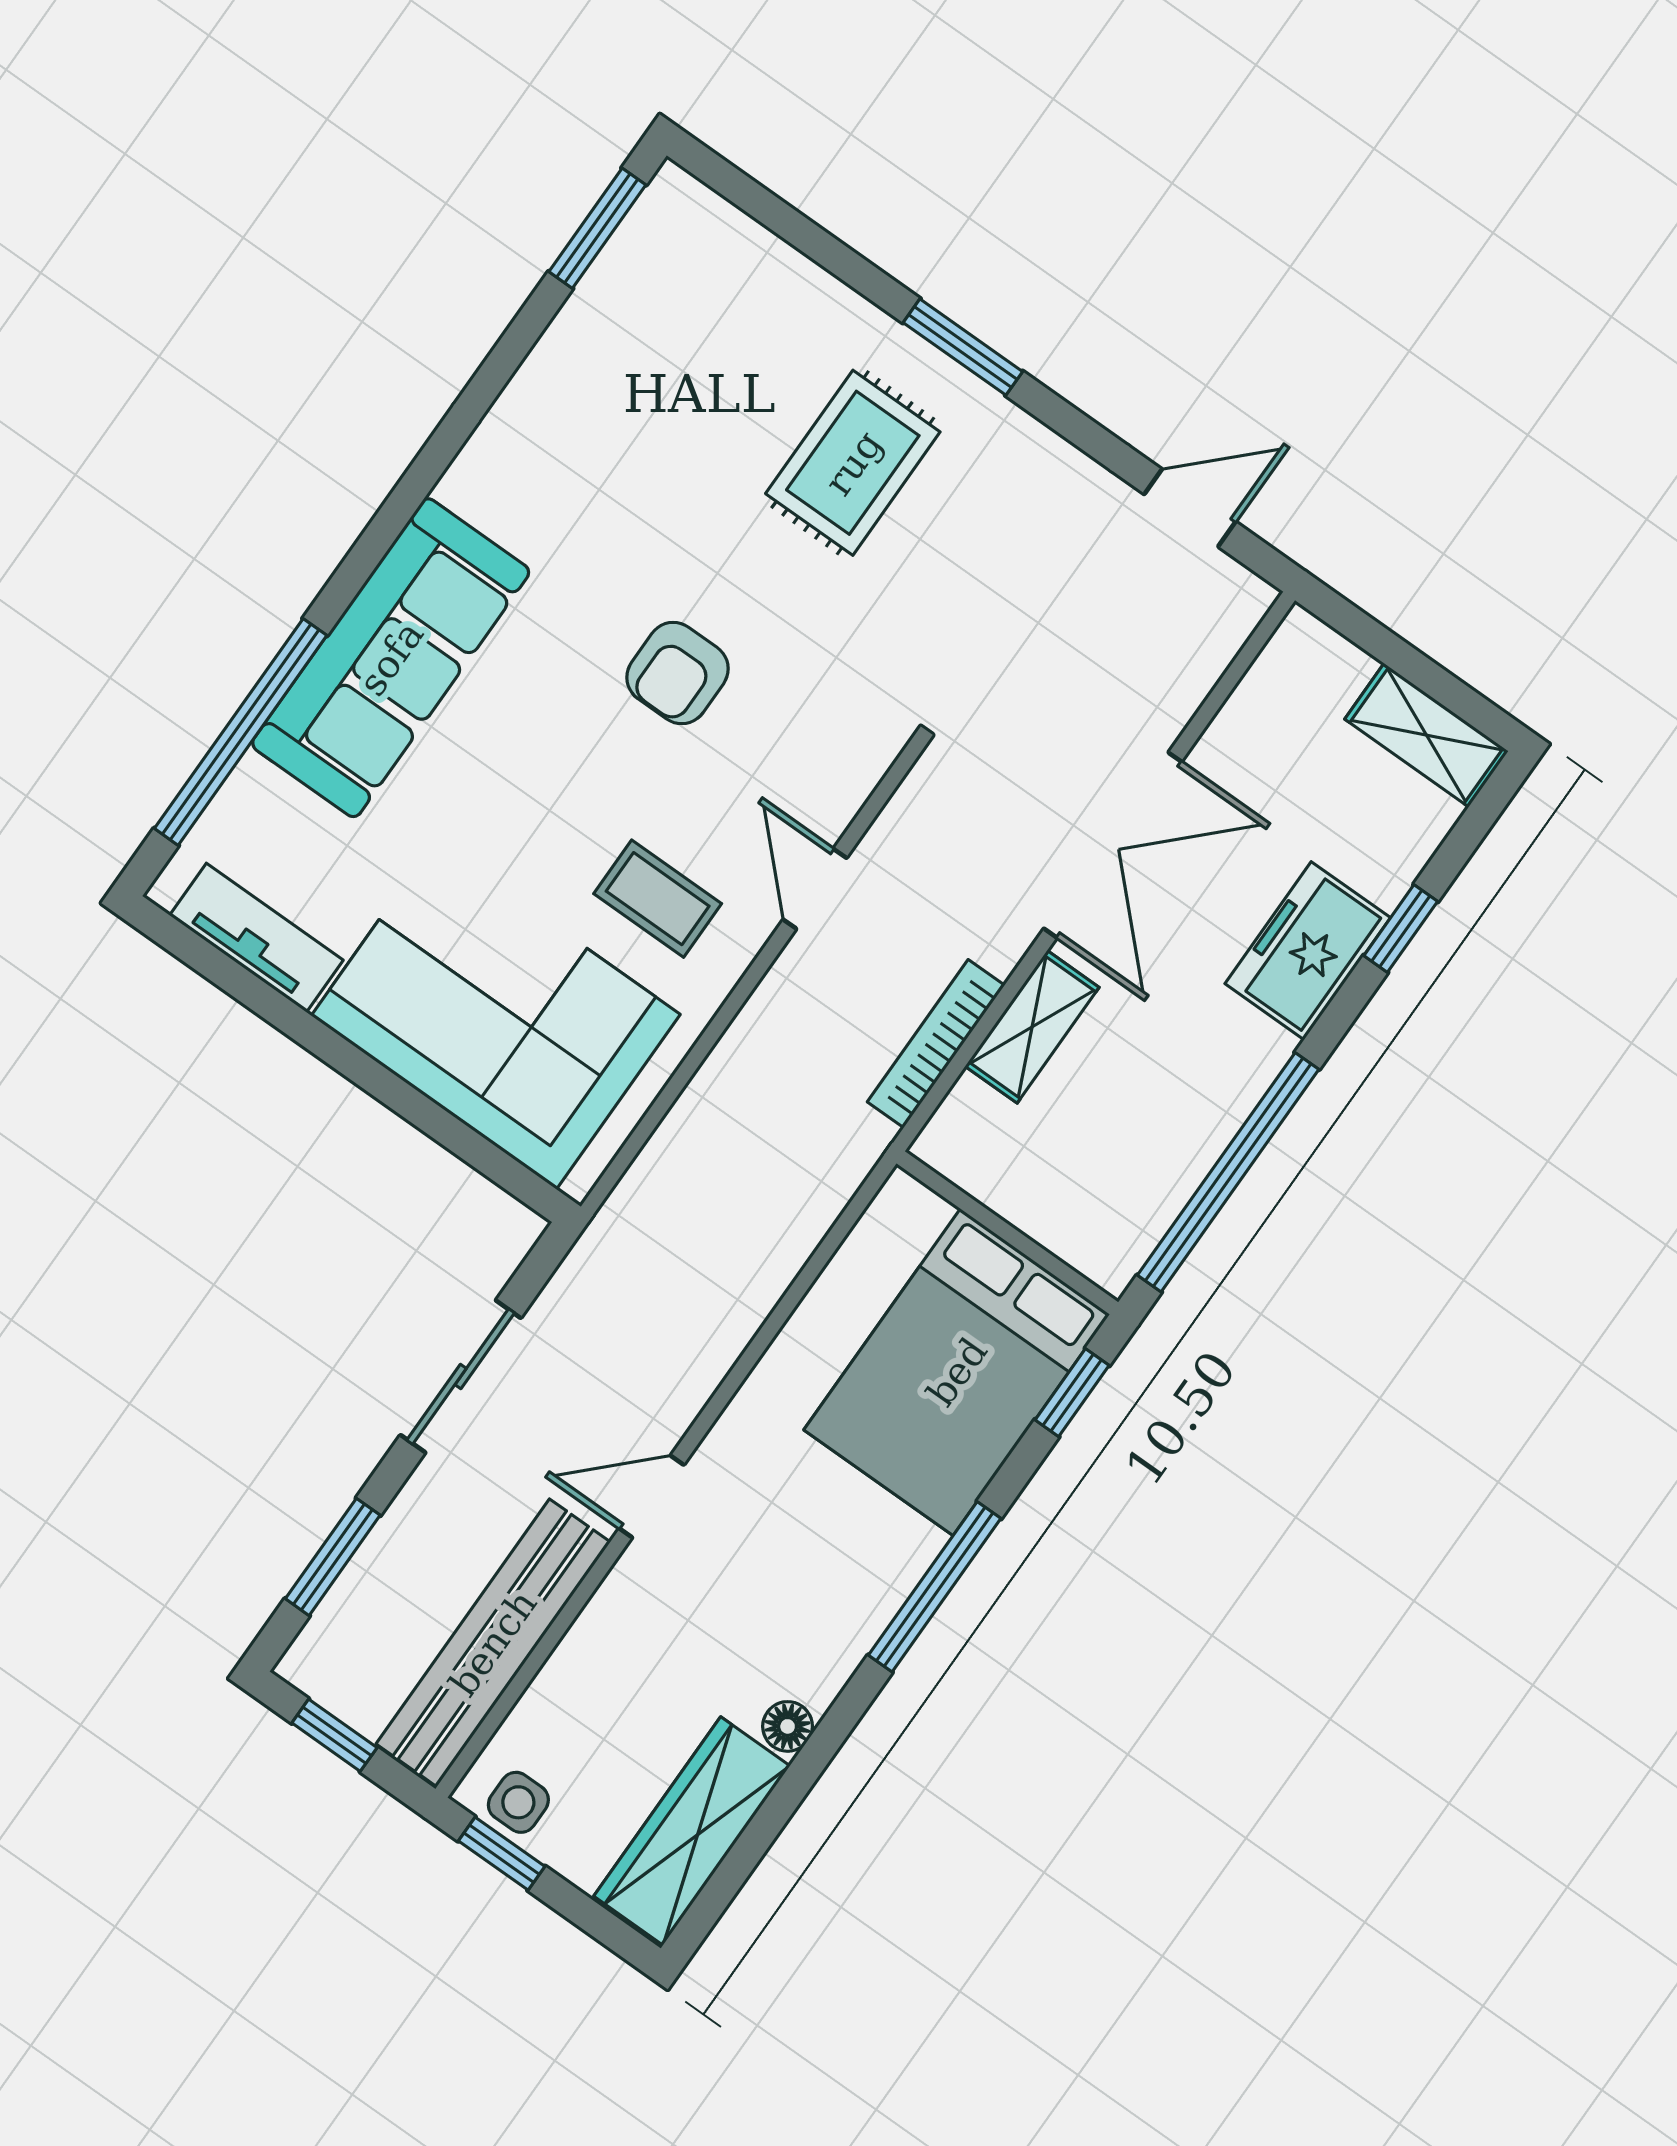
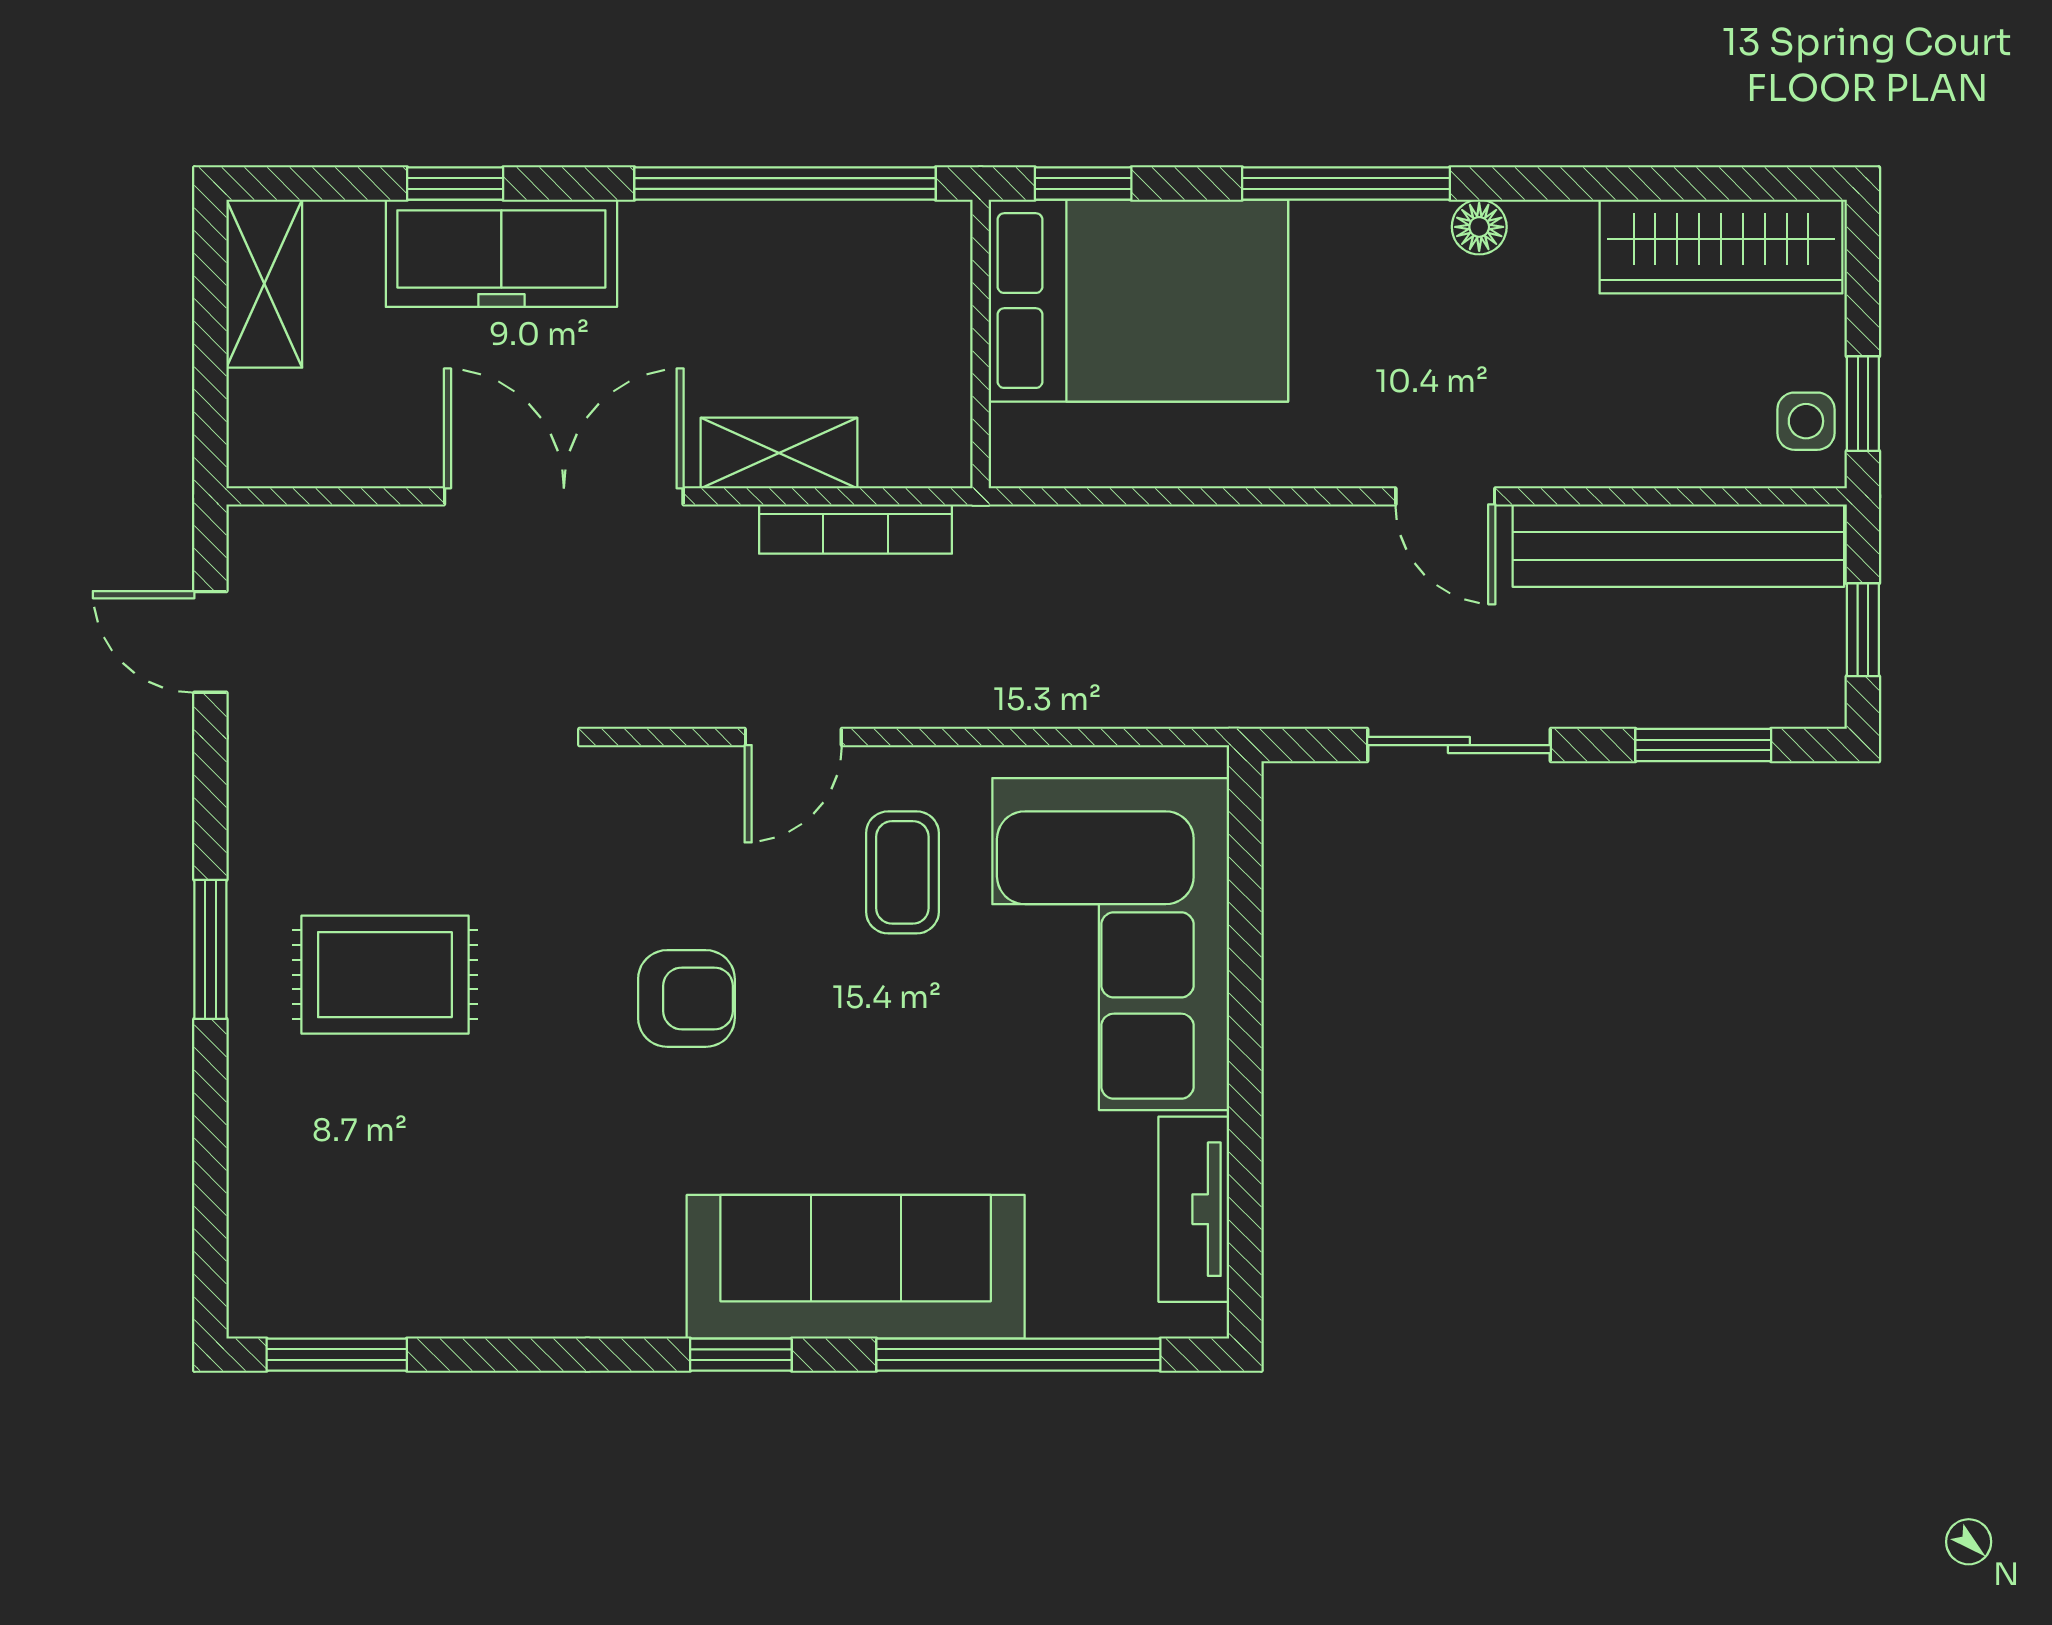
window: (386, 527) -> (741, 1355), added
freezer: (1308, 951) -> (501, 253), width x1.40
floor lamp: (788, 1726) -> (1479, 227), moved

